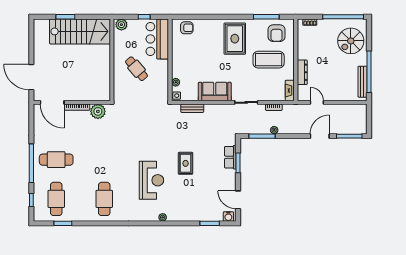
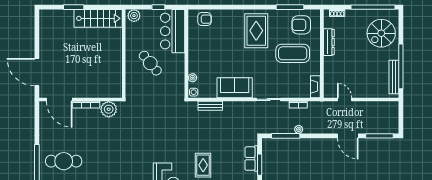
stairs: (80, 31) -> (98, 18), width x0.73, depth x0.66
armchair: (276, 33) -> (301, 25), turned 90
dresser: (302, 72) -> (329, 42), moved
door: (320, 136) -> (348, 136), swing flipped

